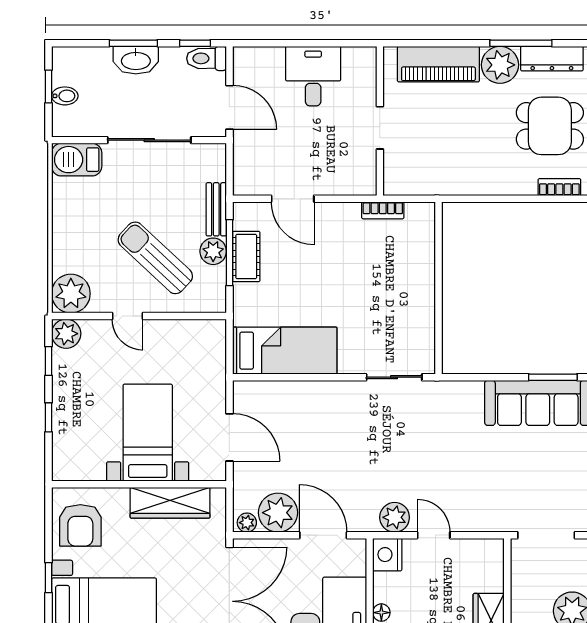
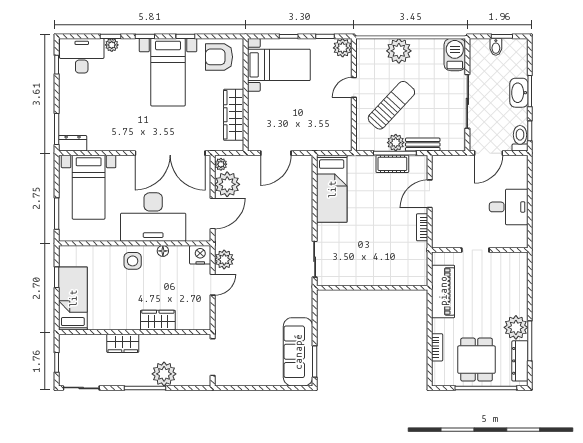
piano: (438, 64) -> (443, 291), moved, turned 180
bookcase: (559, 187) -> (437, 347), moved
bookcase: (383, 210) -> (422, 227), moved
plant: (71, 294) -> (399, 51), moved
bed with nightstands: (148, 433) -> (279, 65), moved

